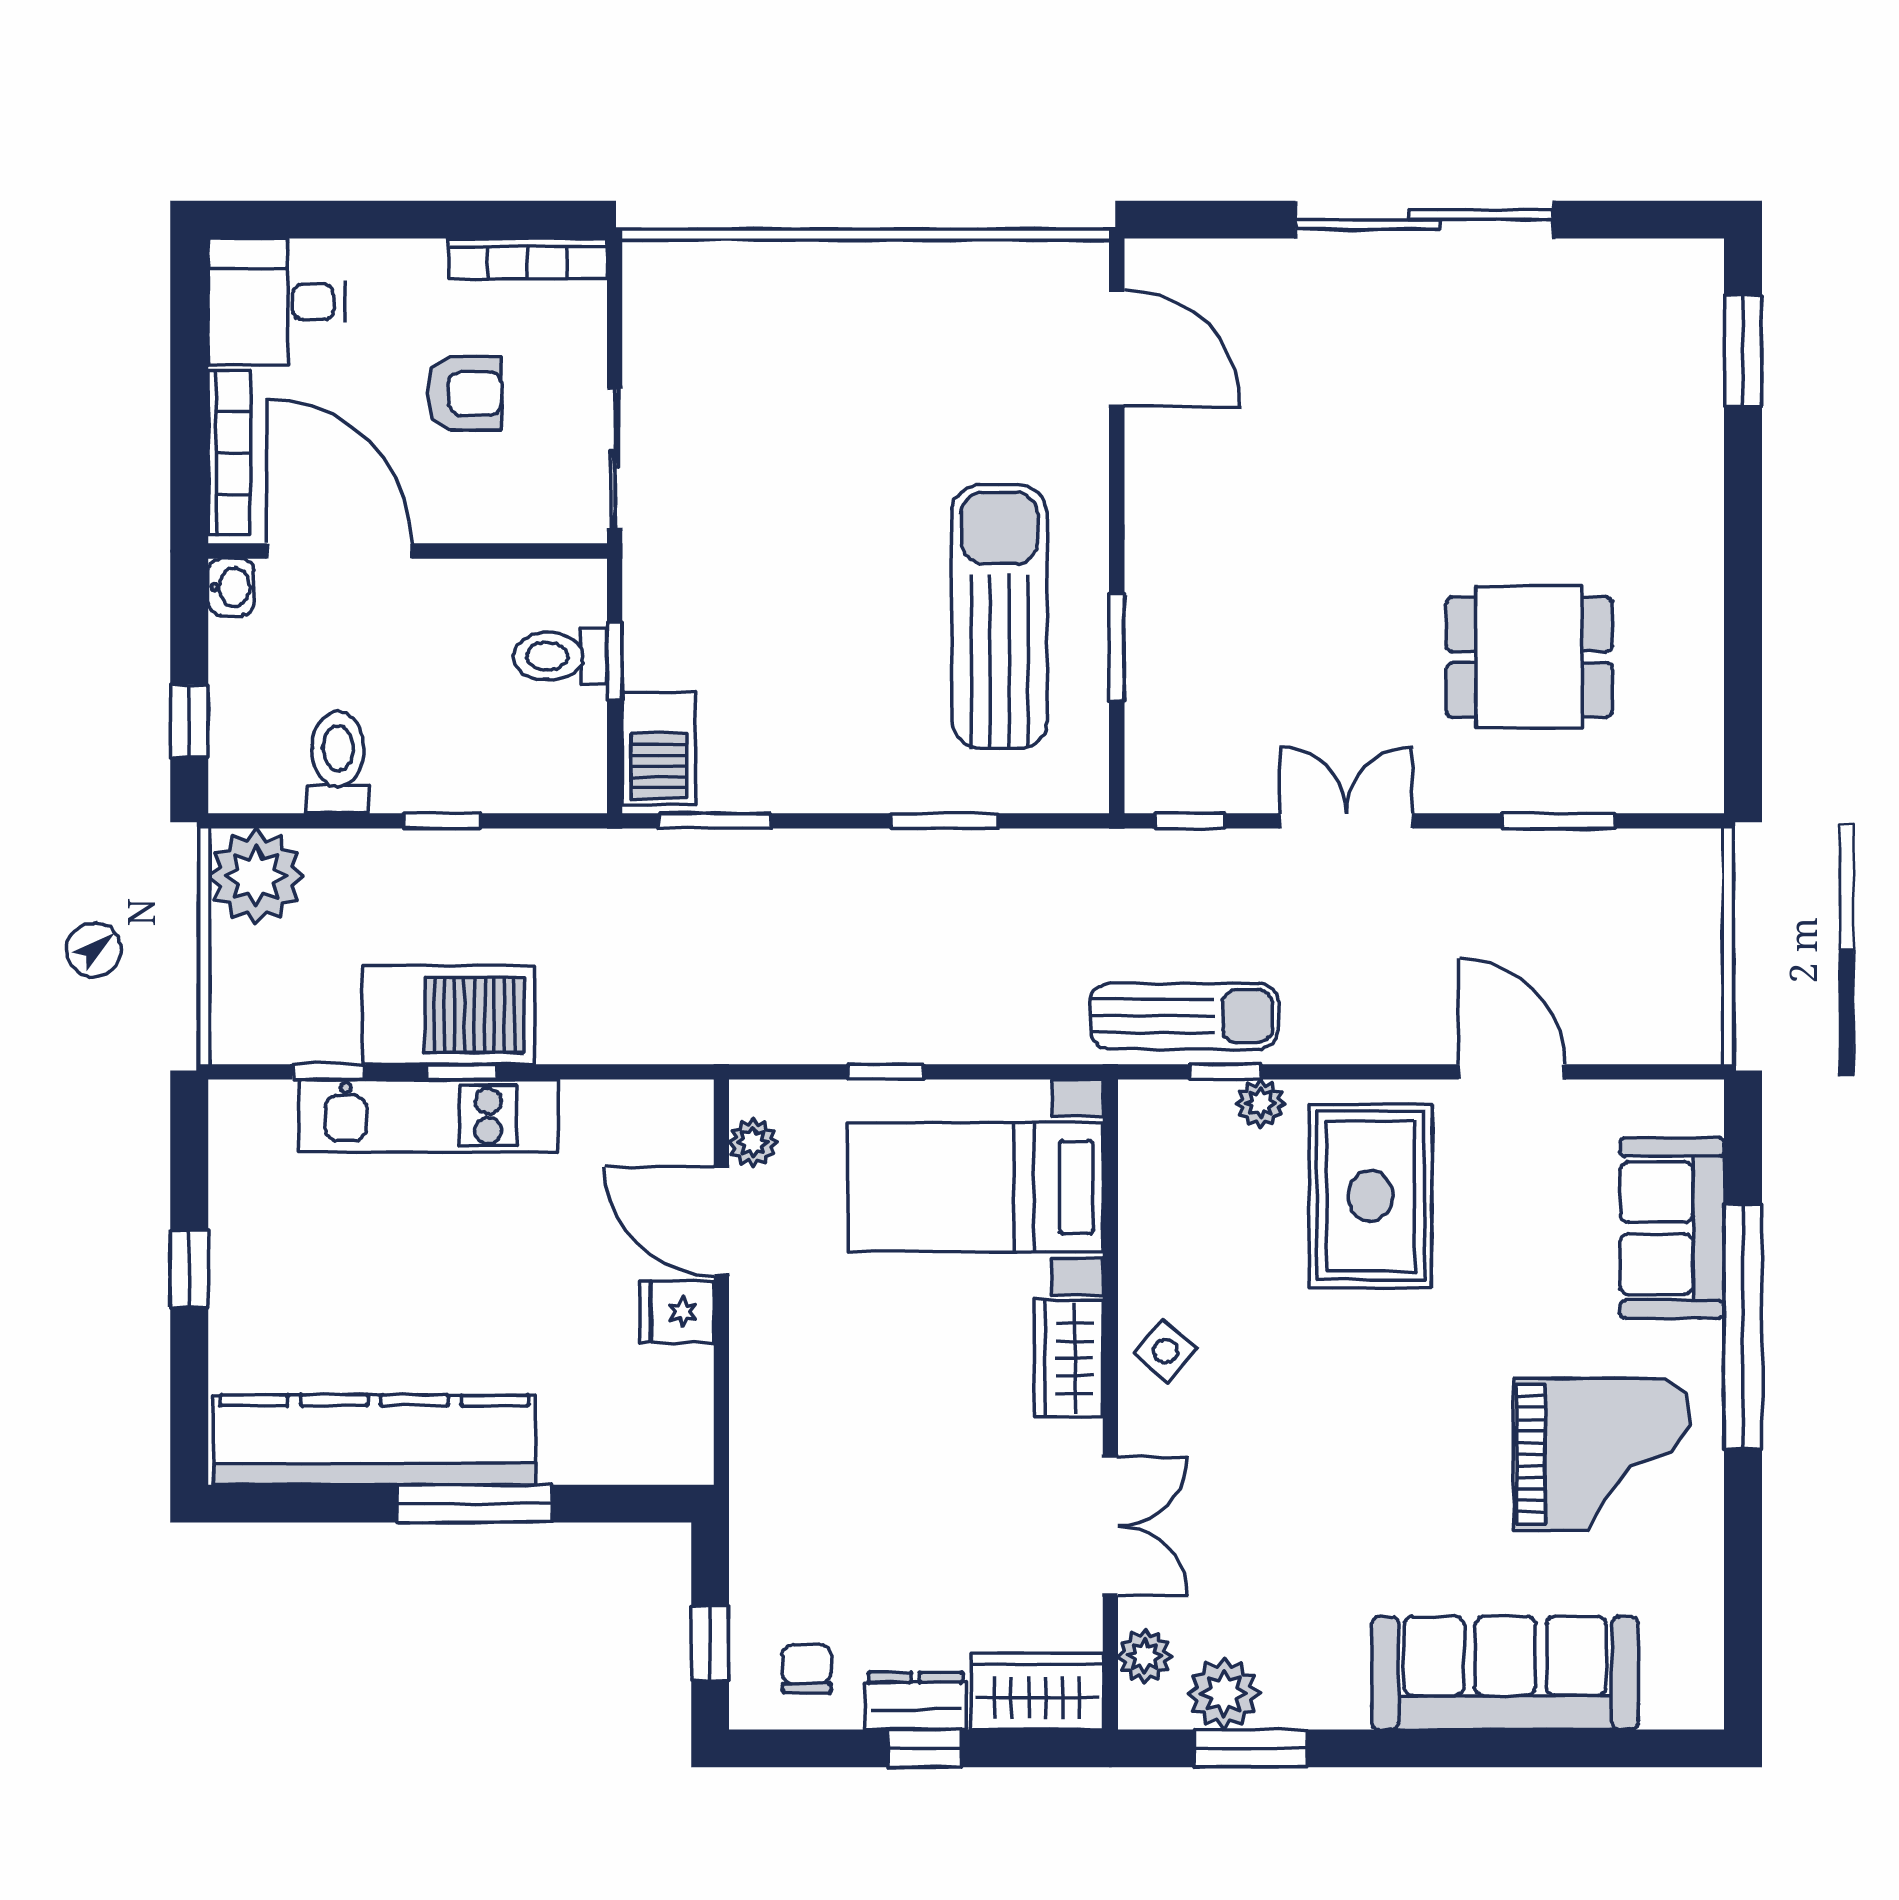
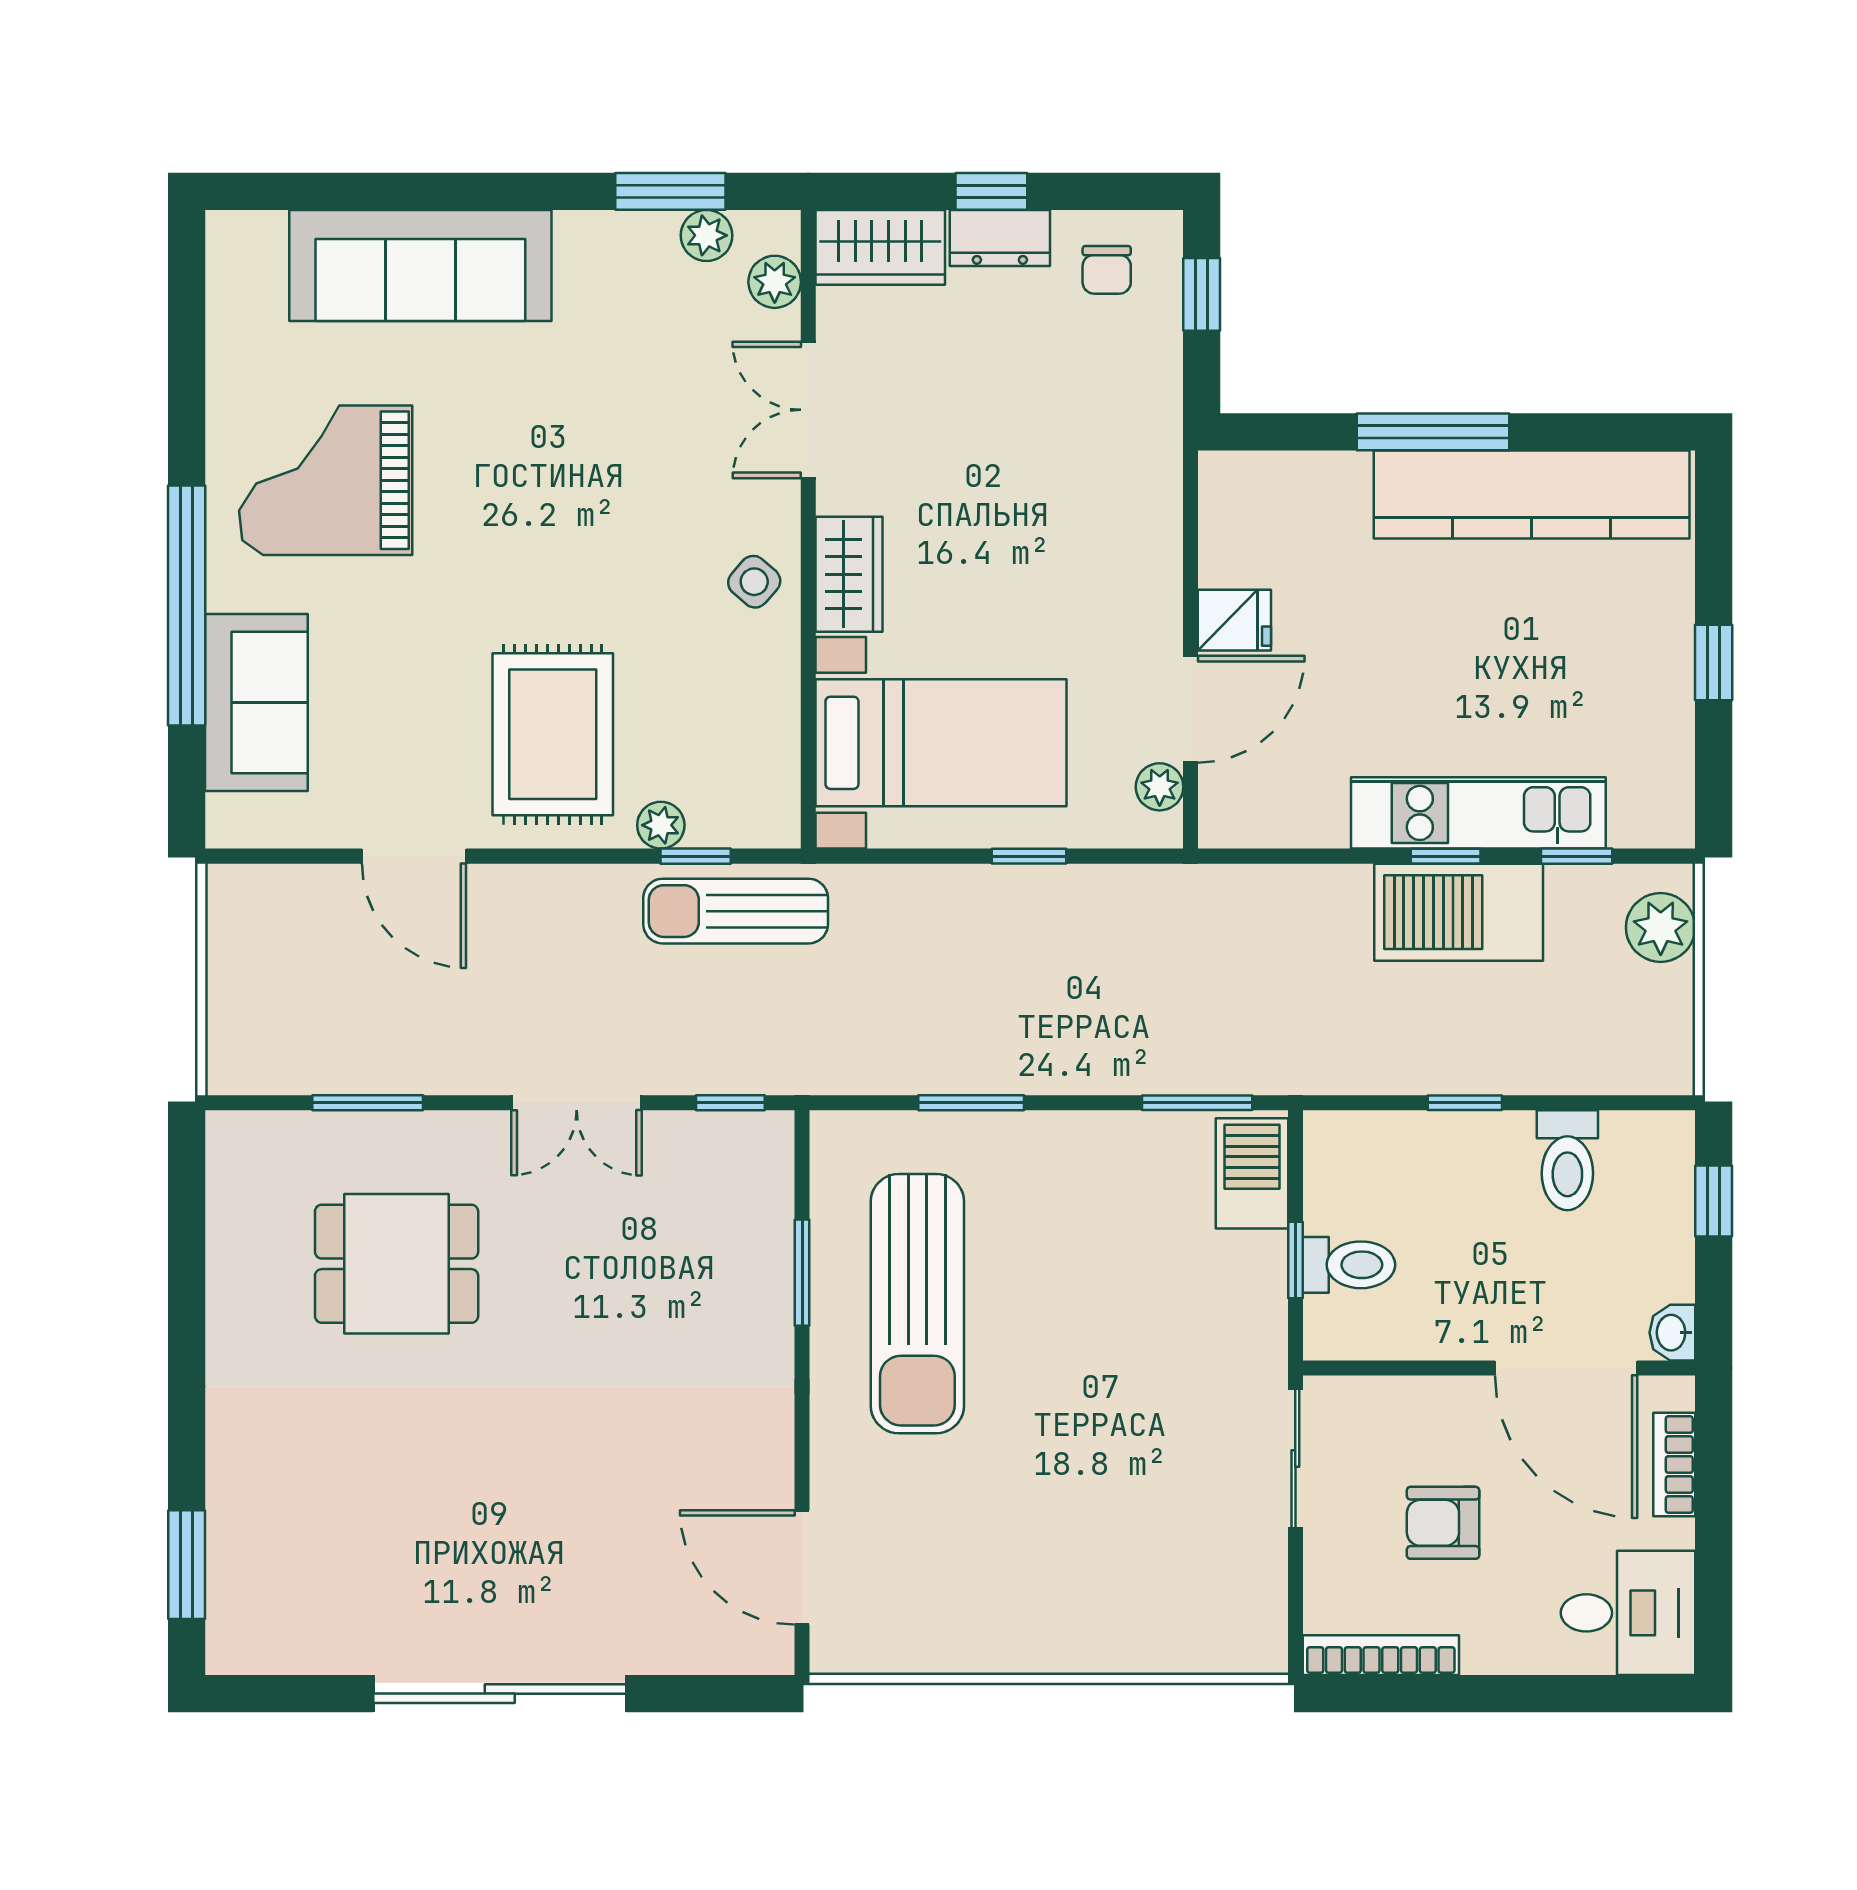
bookcase: (229, 453) -> (1674, 1464), width x0.64
plant: (256, 876) -> (1661, 927), moved, width x0.73, depth x0.73
door: (721, 1221) -> (1191, 709), hinge flipped
plant: (1224, 1694) -> (707, 235), width x0.73, depth x0.73

